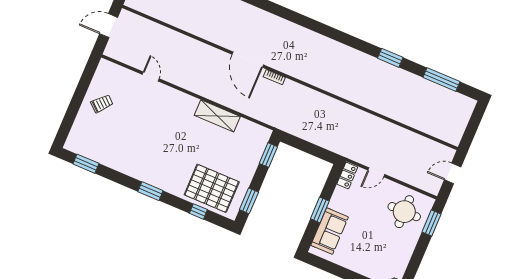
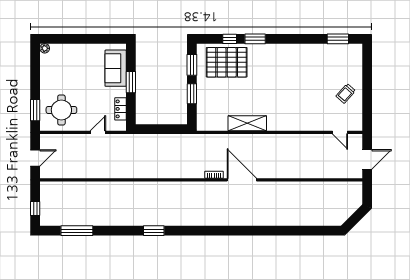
window: (390, 58) -> (154, 231), moved
door: (151, 77) -> (340, 132), moved
window: (475, 121) -> (35, 209), added
window: (268, 155) -> (192, 94), moved
locker: (347, 176) -> (120, 109), moved
window: (150, 191) -> (255, 39), moved

